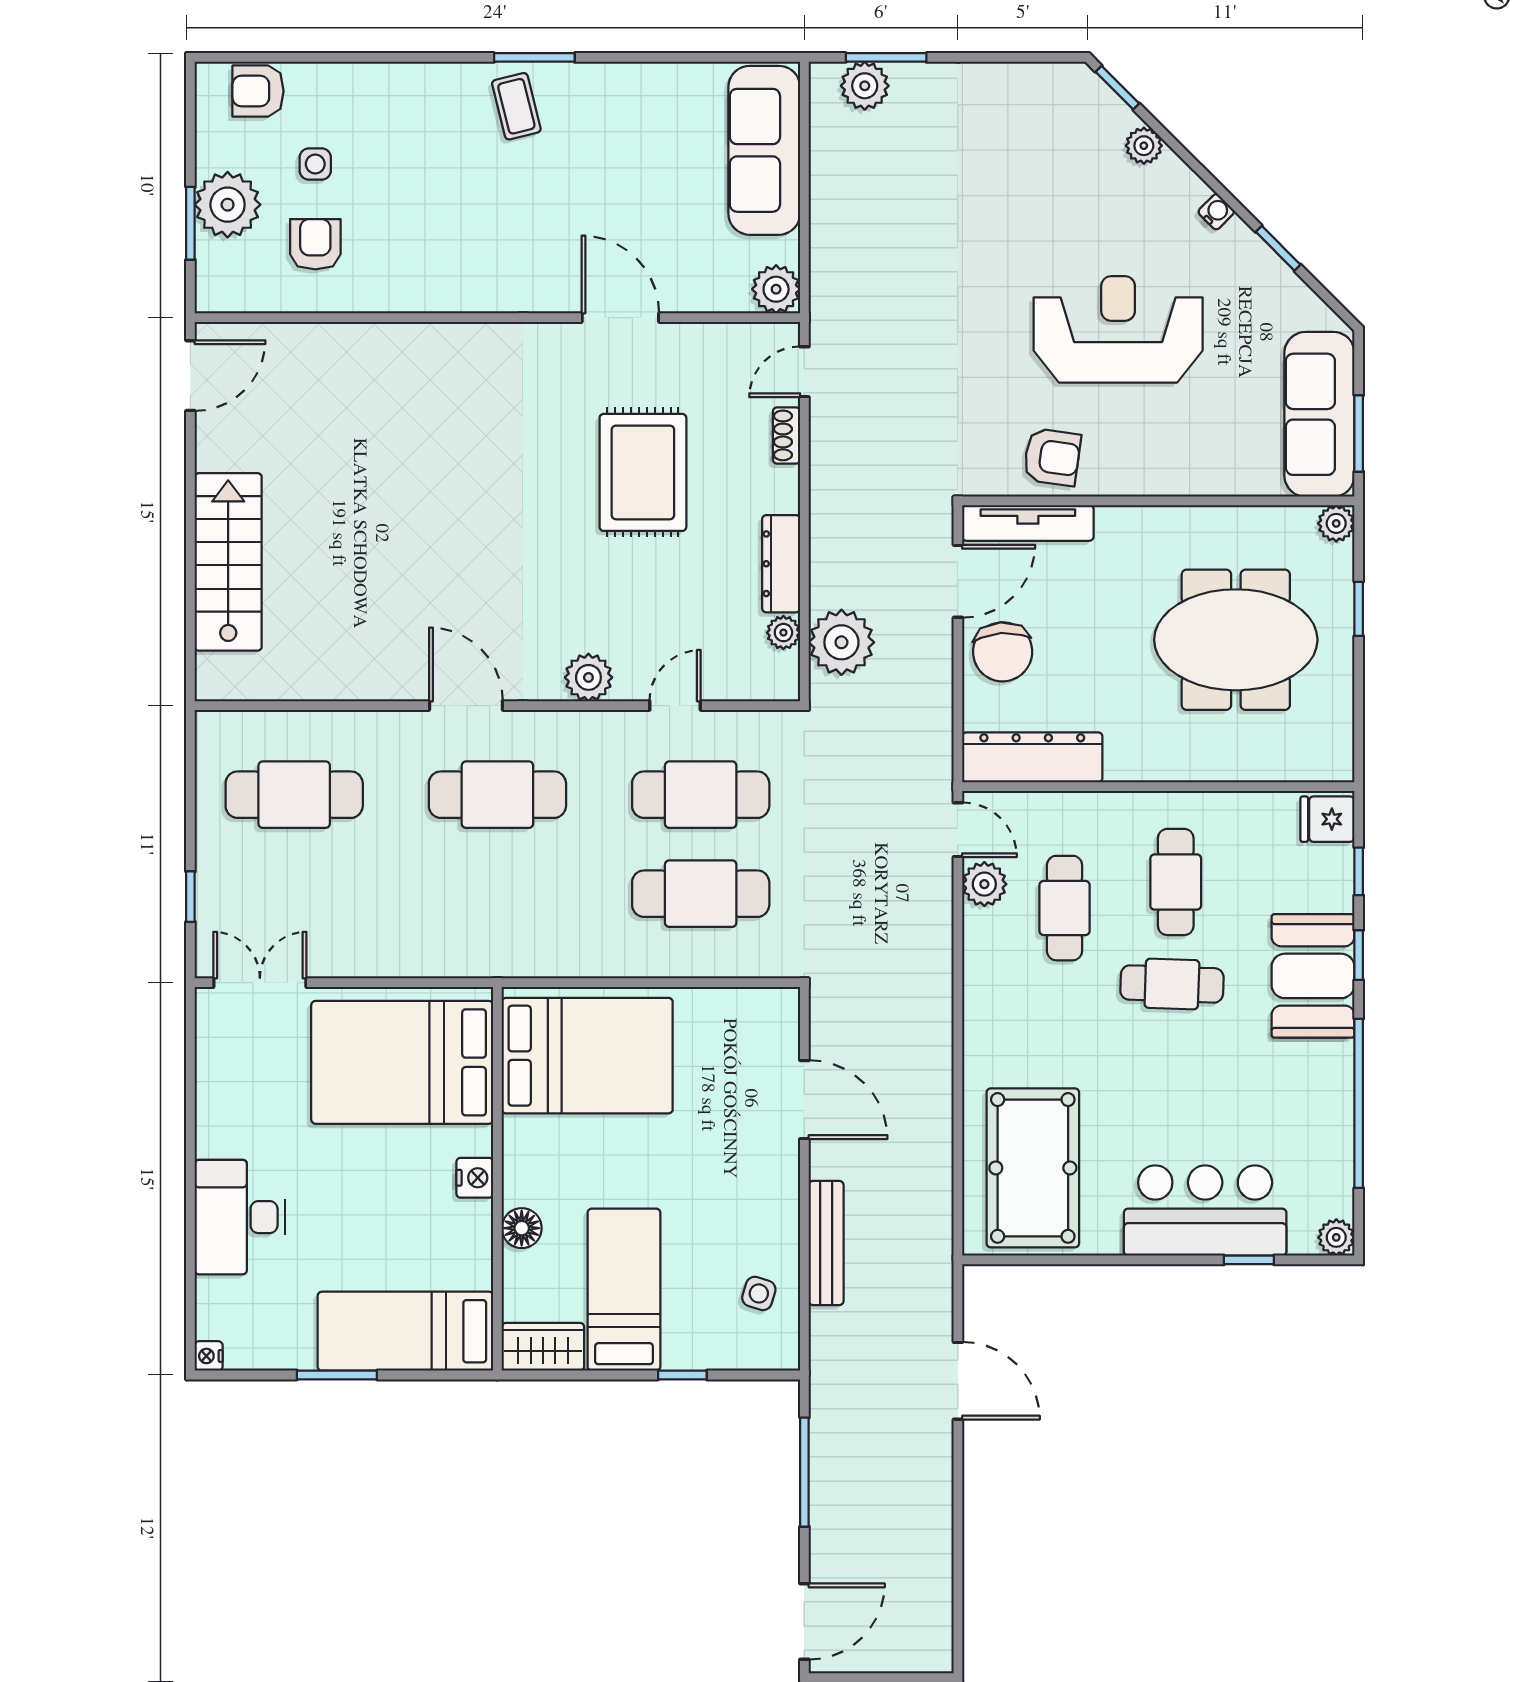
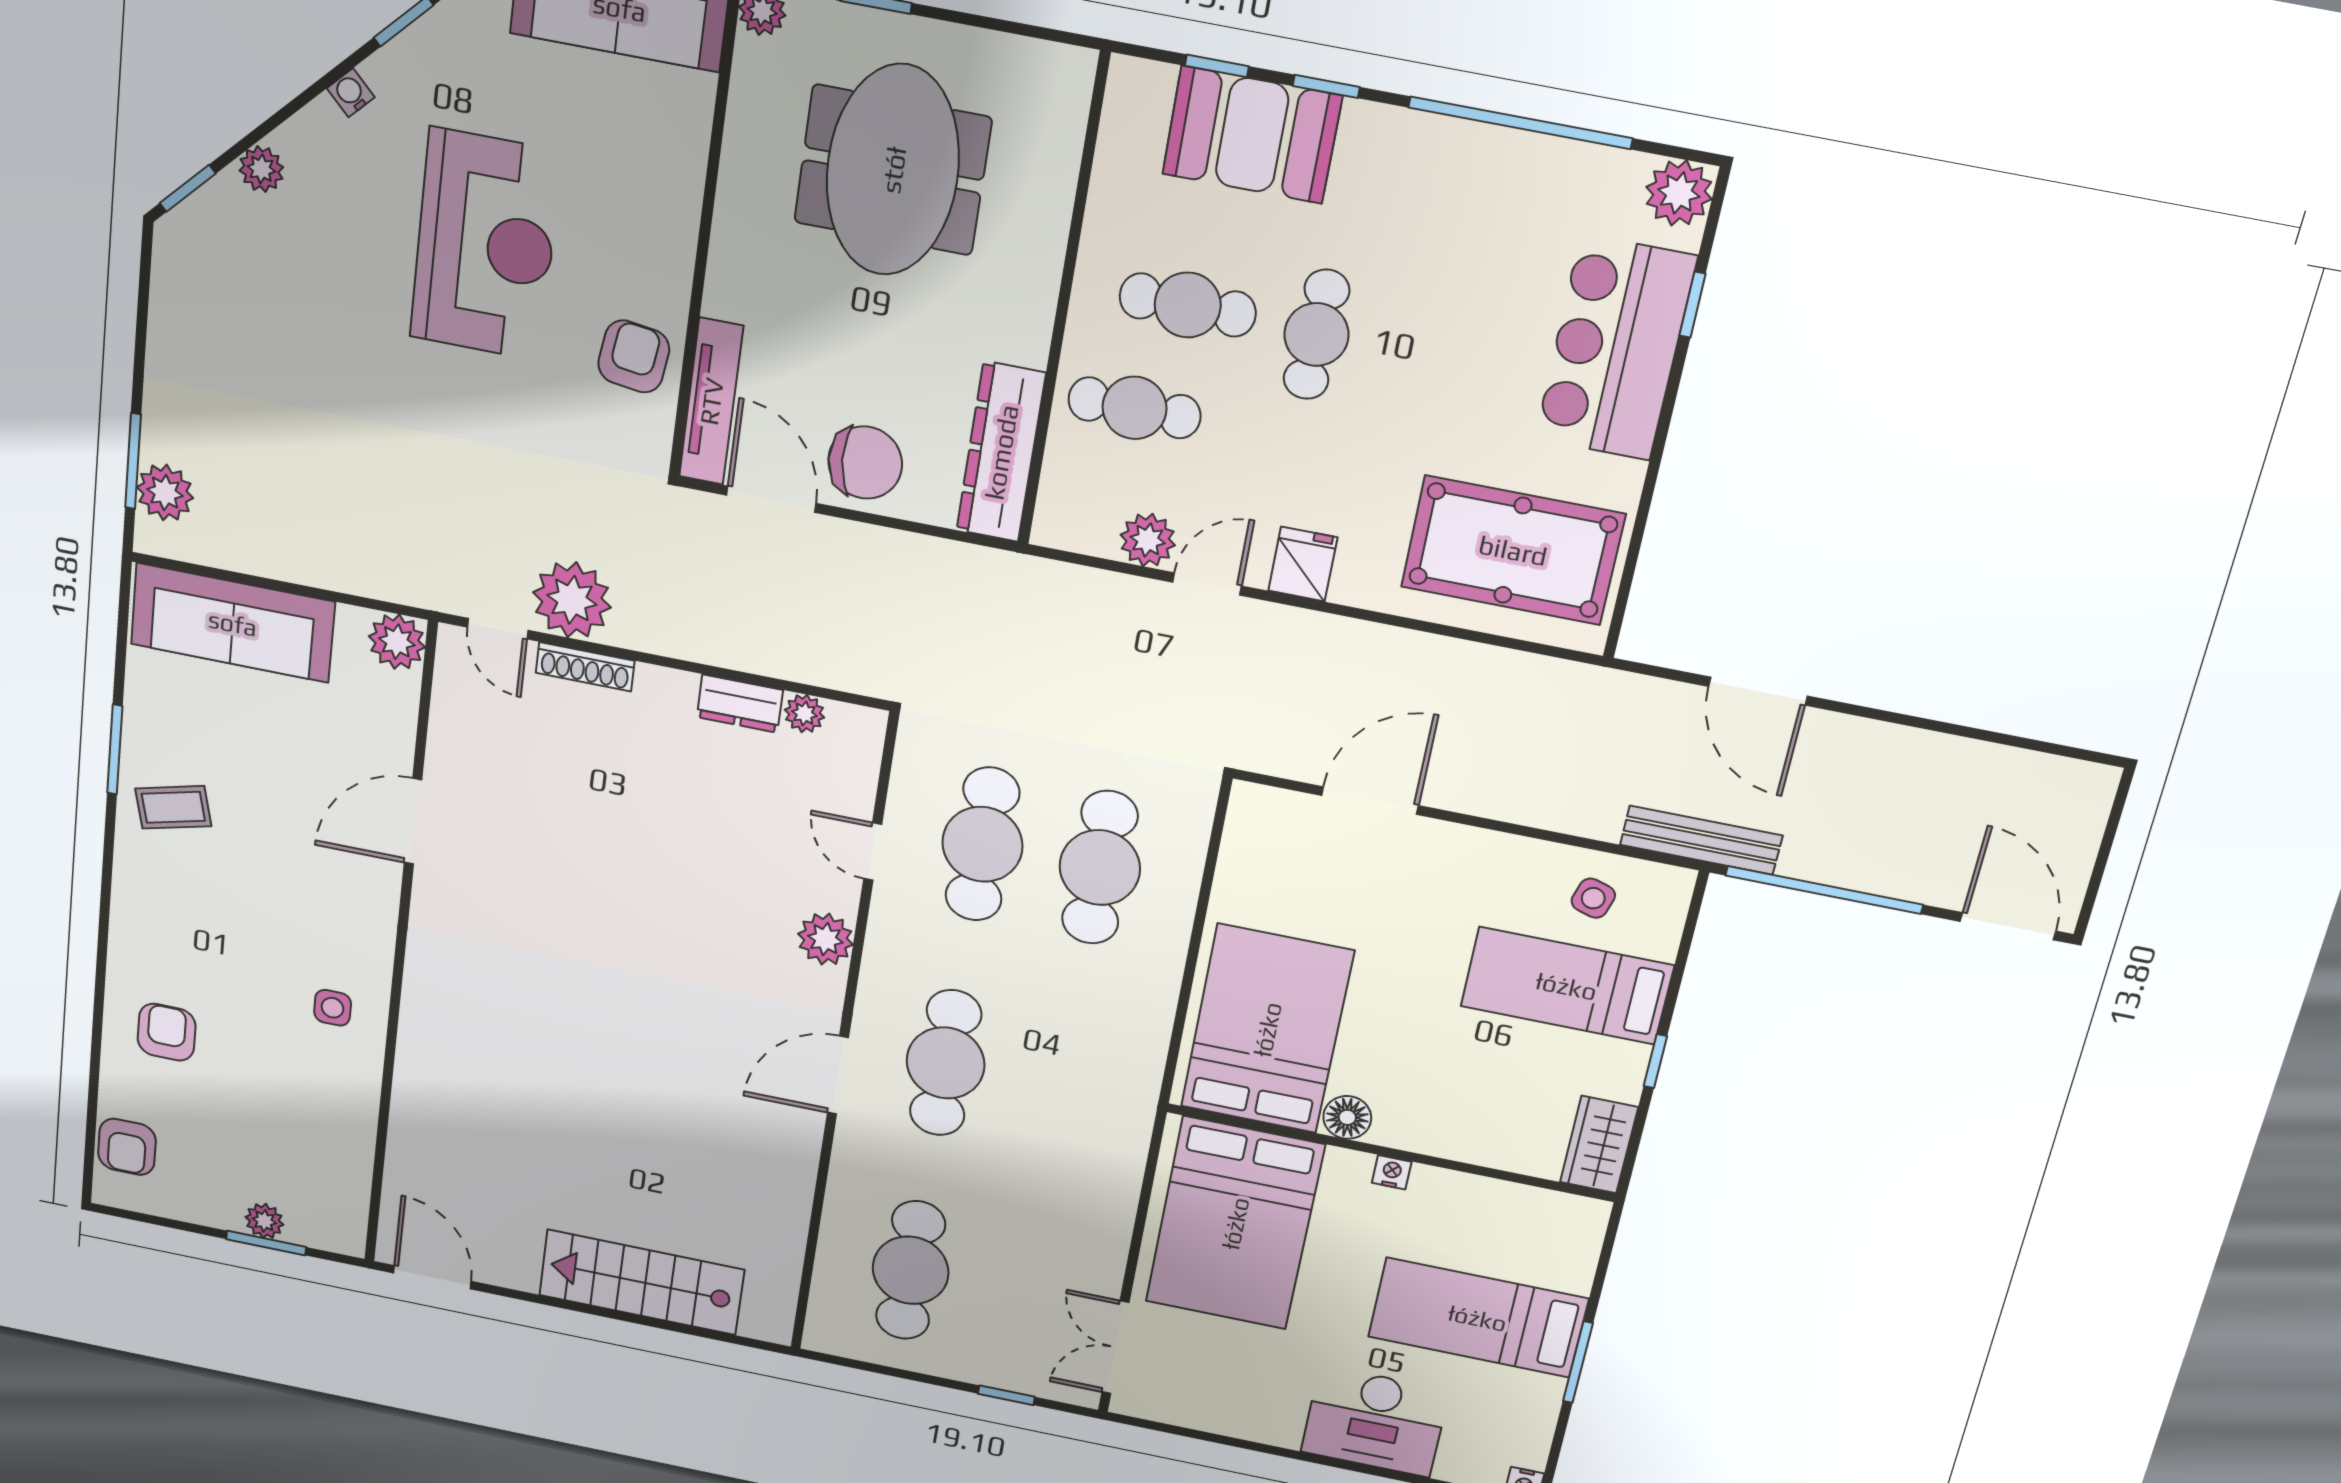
window: (534, 57) -> (115, 750), moved
coffee table: (516, 106) -> (173, 807), moved
side table: (315, 164) -> (333, 1008), moved
plant: (228, 205) -> (264, 1221), width x0.53, depth x0.53
armchair: (315, 244) -> (167, 1032), moved, turned 90
reception desk: (1118, 329) -> (485, 245), turned 180
shoe rack: (787, 435) -> (585, 667), width x1.43
rug: (643, 472) -> (595, 833), removed
dresser: (781, 564) -> (740, 704), width x0.70
plant: (841, 642) -> (572, 600), moved
fridge: (1327, 819) -> (1303, 564), moved, turned 180
door: (958, 830) -> (1207, 584), moved
cafe table: (1065, 908) -> (1135, 408), moved
booth: (1313, 976) -> (1252, 135), moved
nightstand: (475, 1178) -> (1392, 1172), width x0.72, depth x0.74
floor lamp: (522, 1228) -> (1347, 1117), moved
plant: (1336, 1237) -> (1679, 193), width x1.38, depth x1.38
bench: (826, 1243) -> (1701, 840), moved
bed: (624, 1290) -> (1567, 986), moved
bed: (405, 1331) -> (1478, 1318), moved, turned 90
window: (682, 1375) -> (1655, 1061), moved
door: (958, 1381) -> (1758, 691), swing flipped
window: (804, 1472) -> (1824, 890), width x1.46

